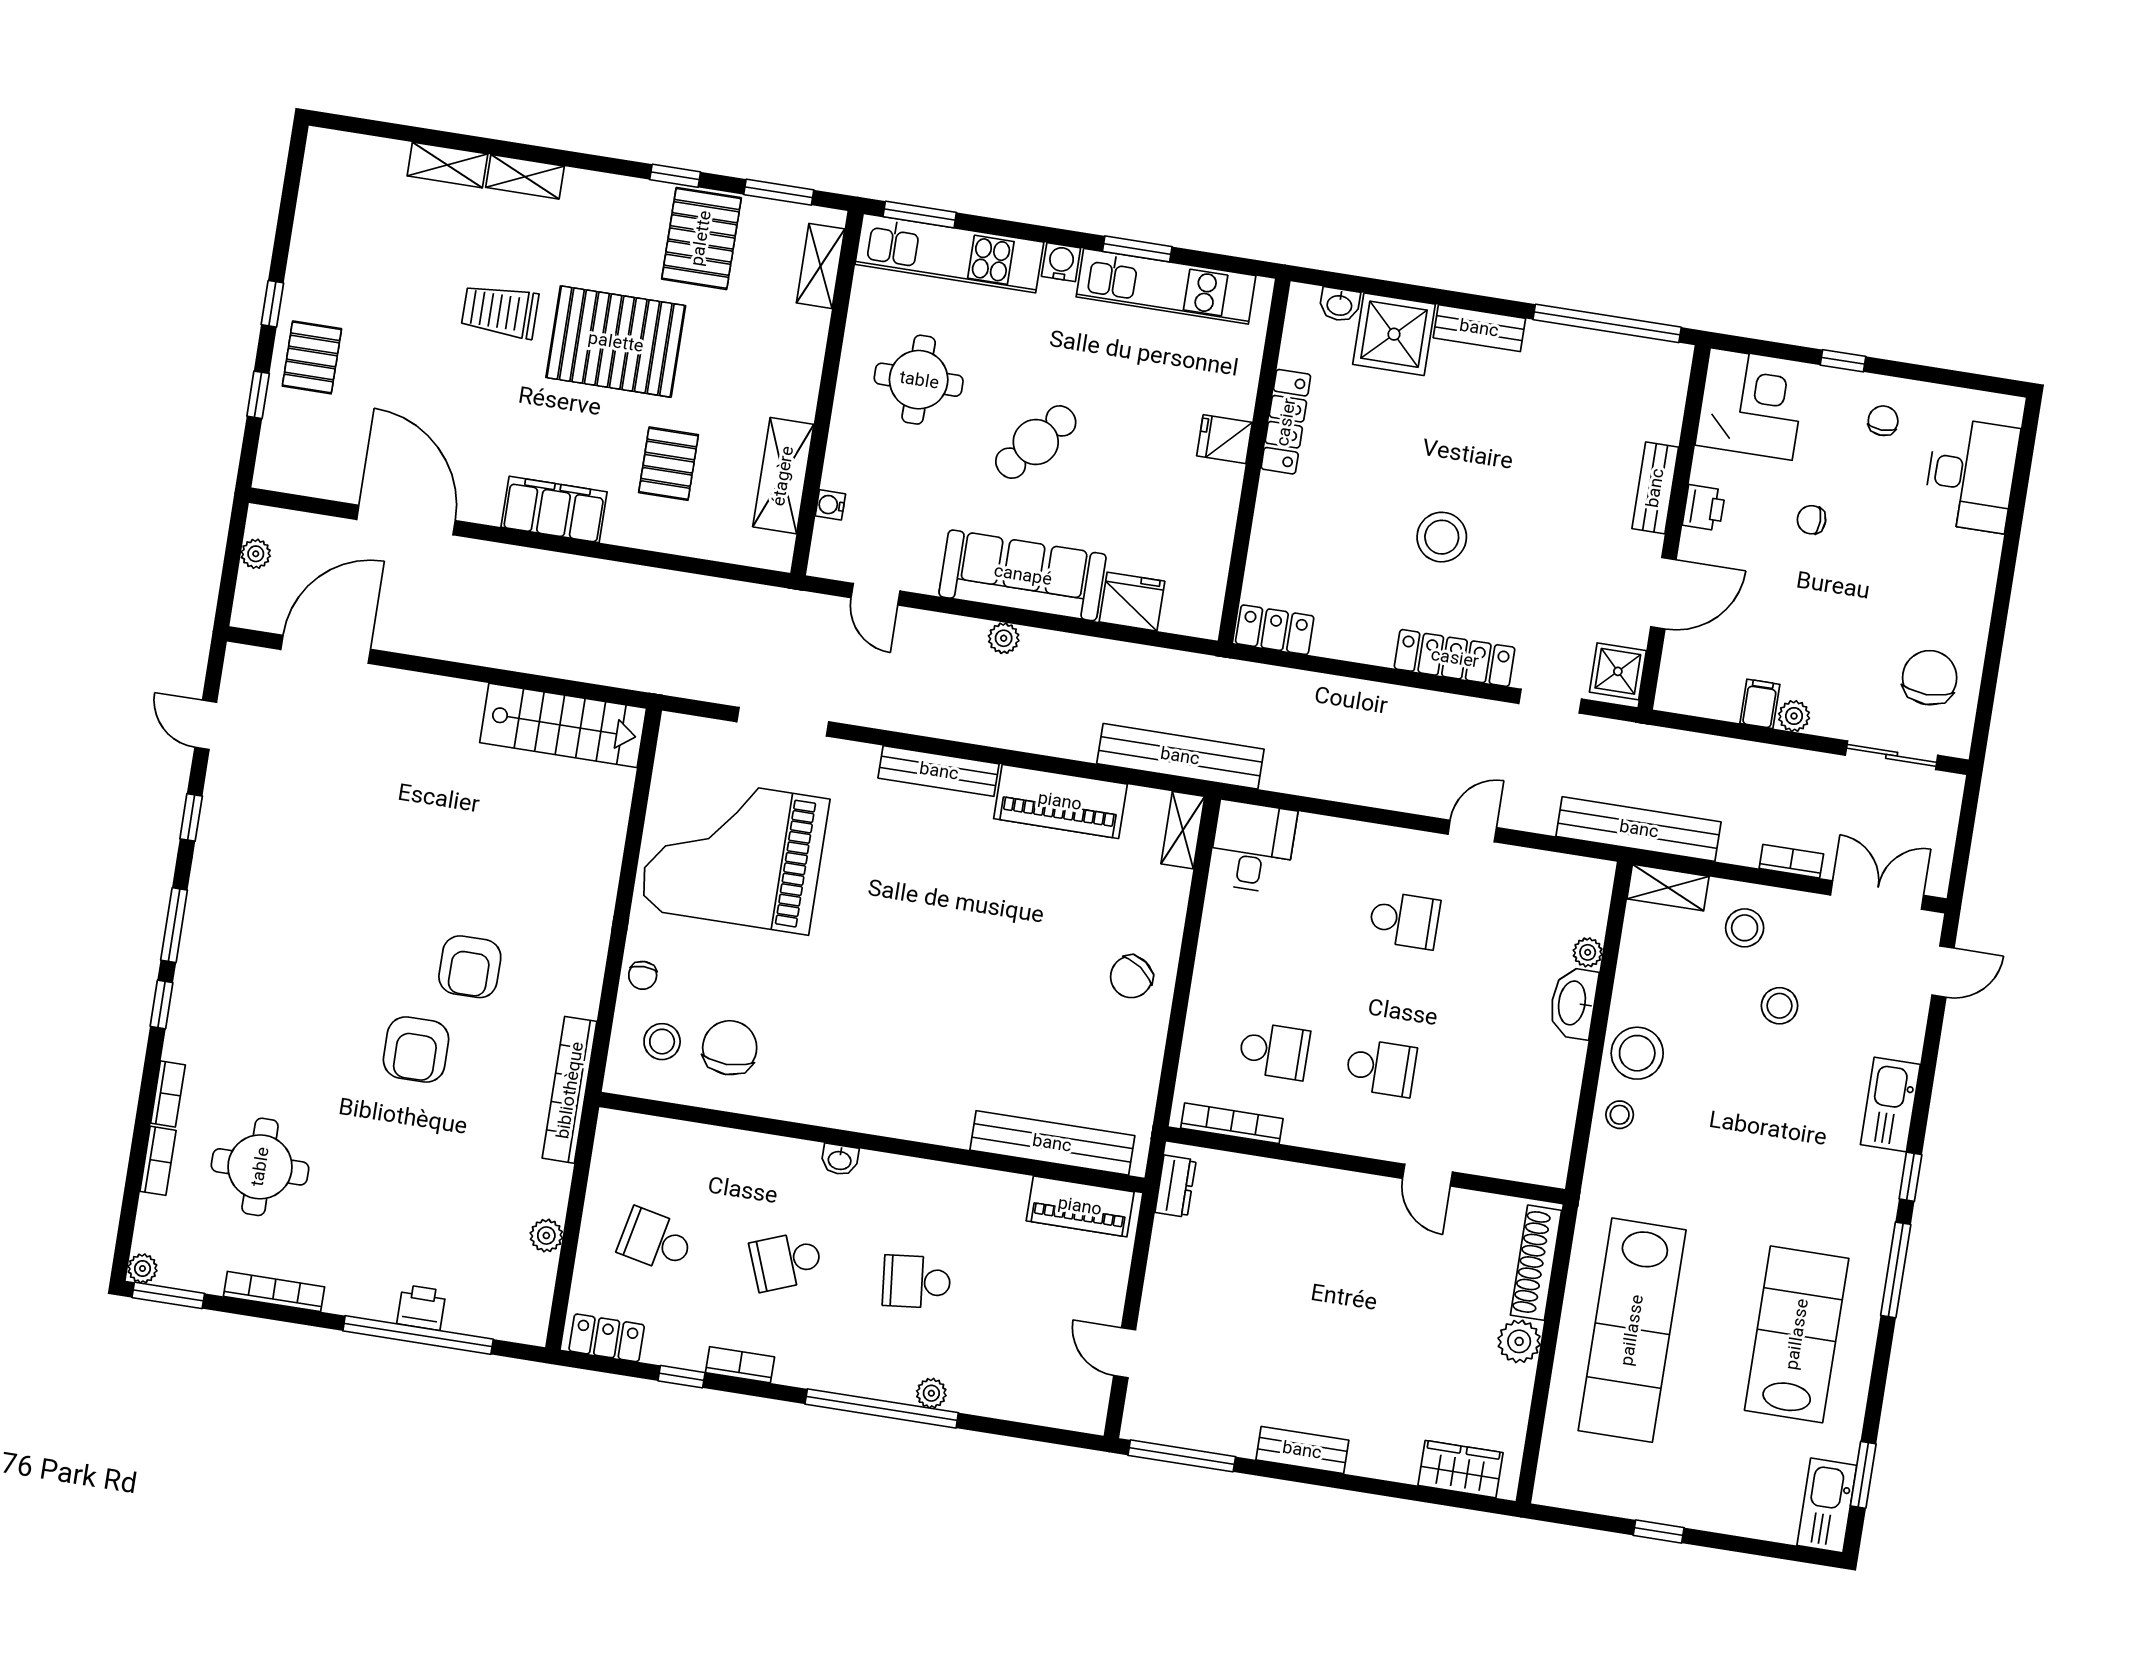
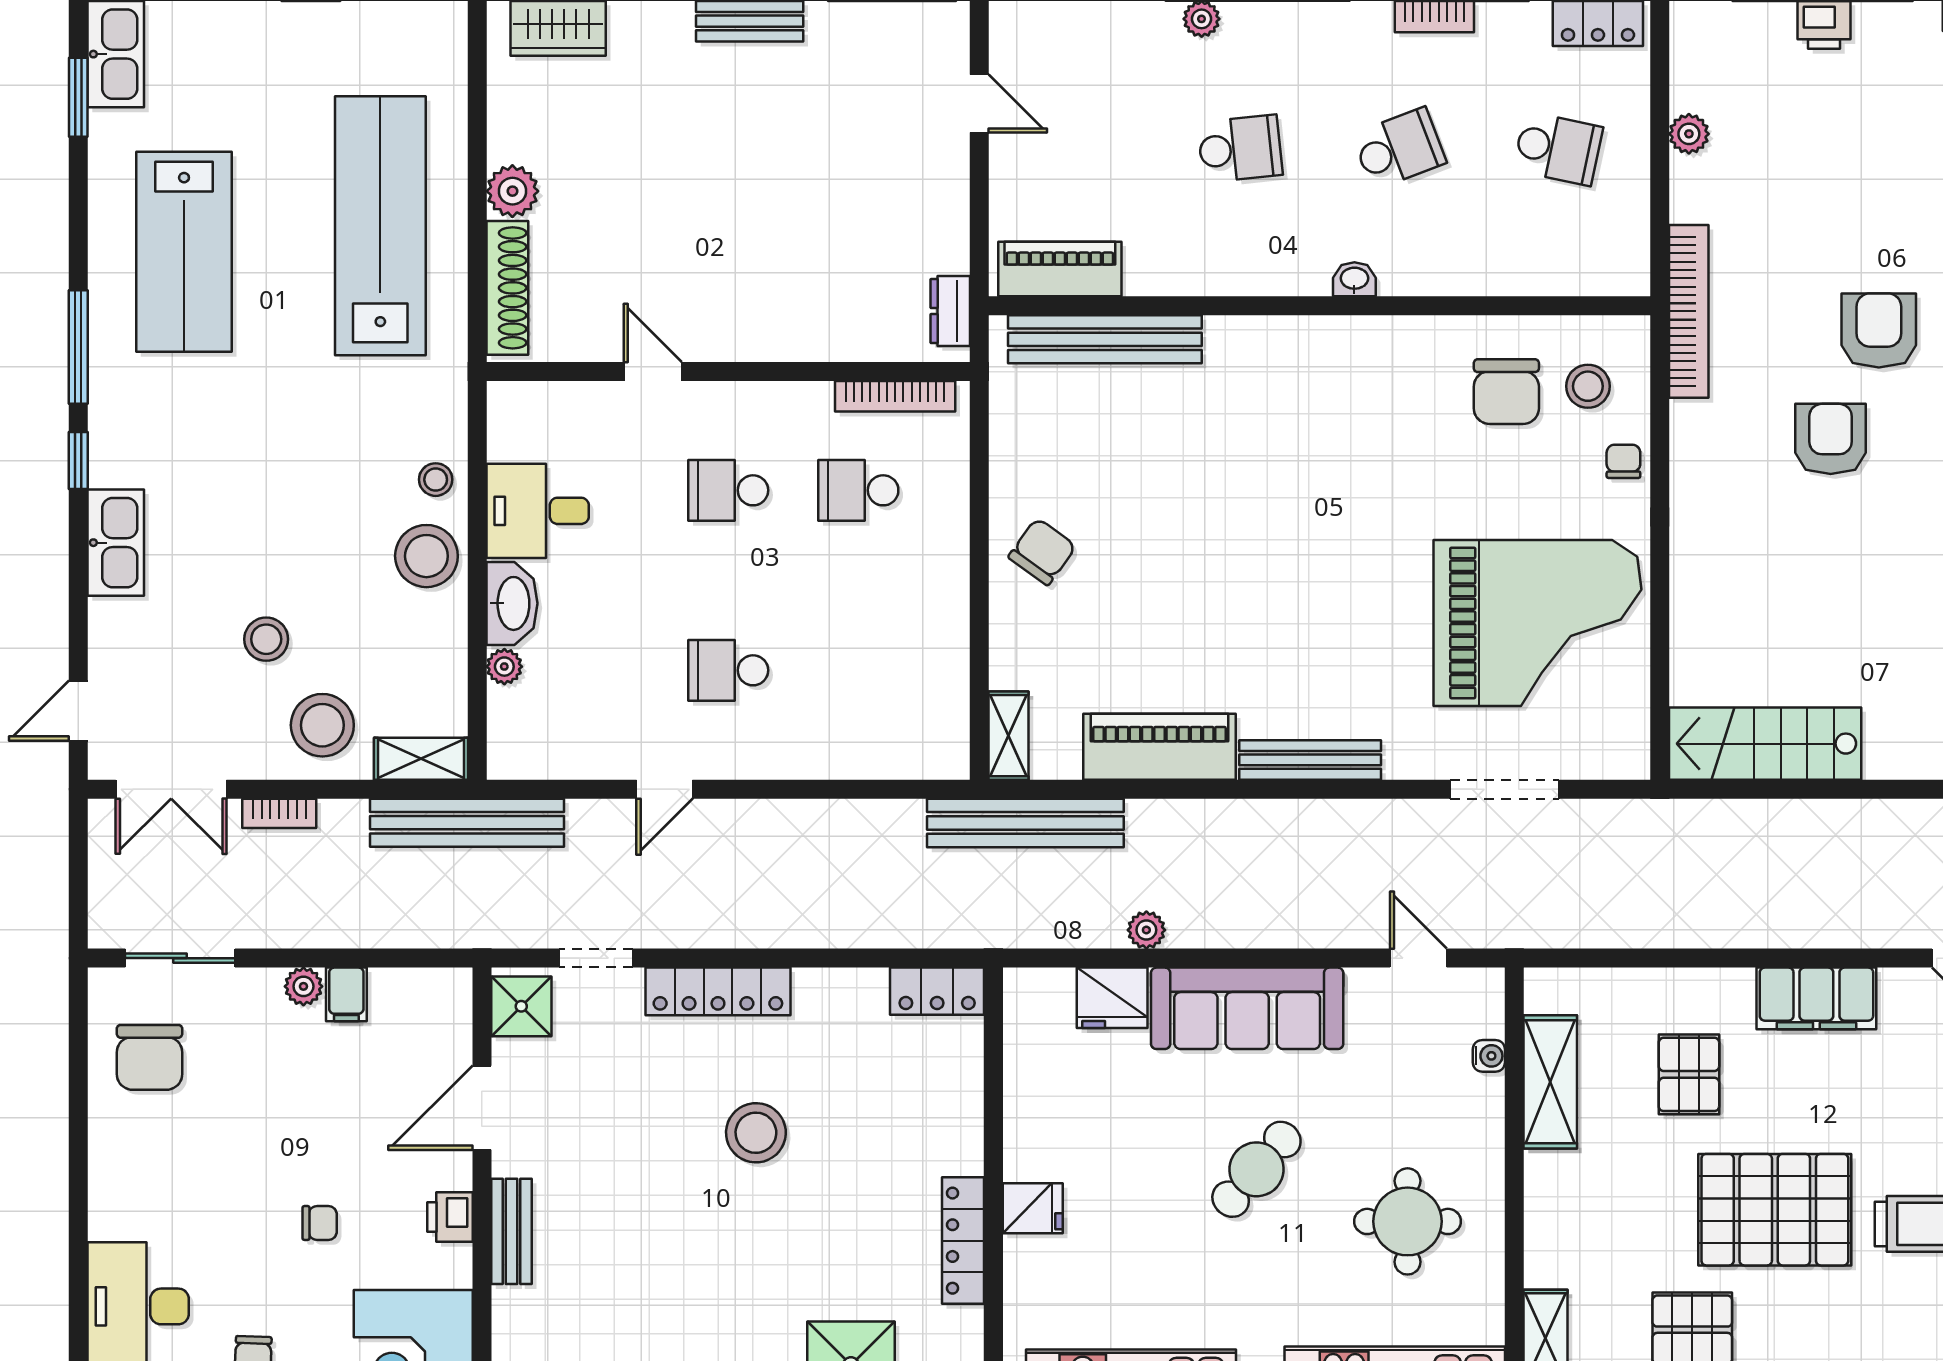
plant: (1004, 638) -> (1146, 930), moved
desk: (1253, 847) -> (538, 511), moved, turned 90
stool: (1745, 928) -> (322, 725), width x1.38, depth x1.38

